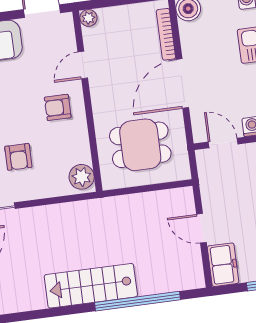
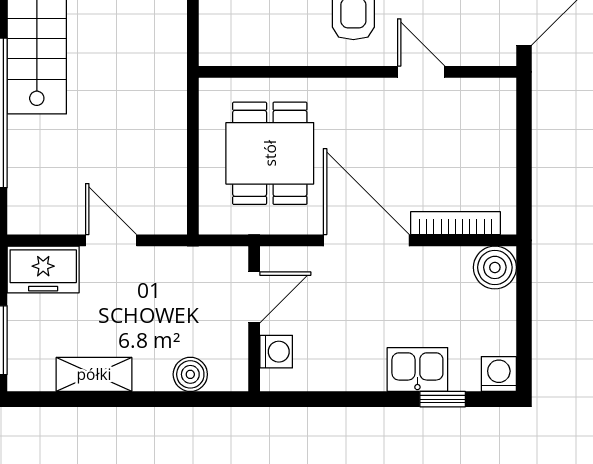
plant: (88, 18) -> (501, 92), removed
plant: (82, 177) -> (228, 44), removed
door: (201, 228) -> (111, 240), hinge flipped

